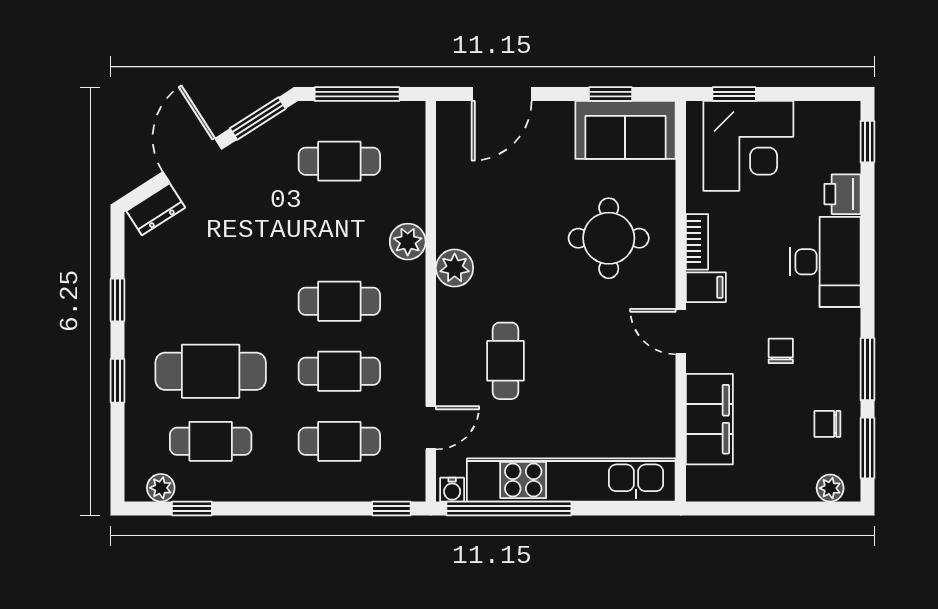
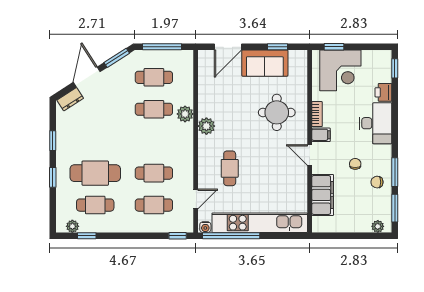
sofa: (625, 130) -> (265, 63), moved
cafe table: (339, 301) -> (154, 109), moved
chair: (827, 424) -> (377, 182), moved

